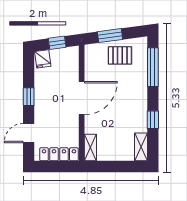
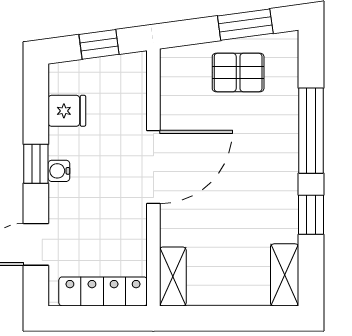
window: (110, 36) -> (245, 25), moved
fridge: (43, 59) -> (67, 111), moved, turned -82
window: (153, 67) -> (311, 131), moved
water cooler: (39, 100) -> (59, 171), added

